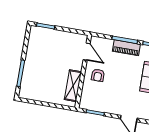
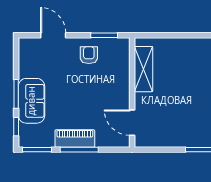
armchair: (98, 75) -> (89, 55), moved

